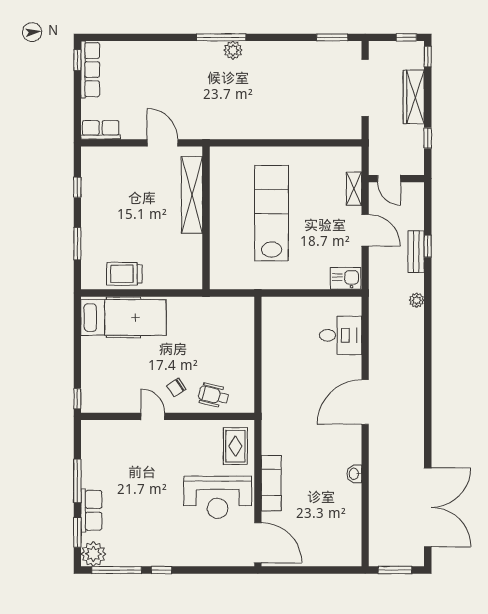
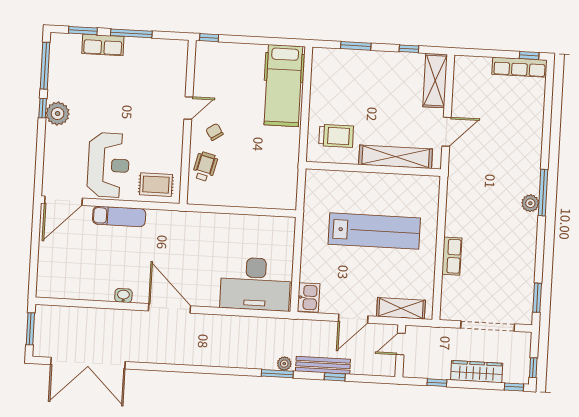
row of seats: (101, 130) -> (452, 256), moved
shelving: (109, 158) -> (435, 81), added
shelving: (354, 189) -> (401, 308), width x1.50, depth x1.33
bench: (416, 252) -> (323, 365), width x1.36
trolley: (124, 274) -> (336, 136), moved, turned 90
window: (428, 307) -> (277, 374), added
desk: (341, 335) -> (255, 284), width x1.87, depth x1.30
door: (365, 402) -> (170, 308), moved
reception desk: (218, 497) -> (108, 165), turned 180
plant: (93, 554) -> (58, 114), moved

